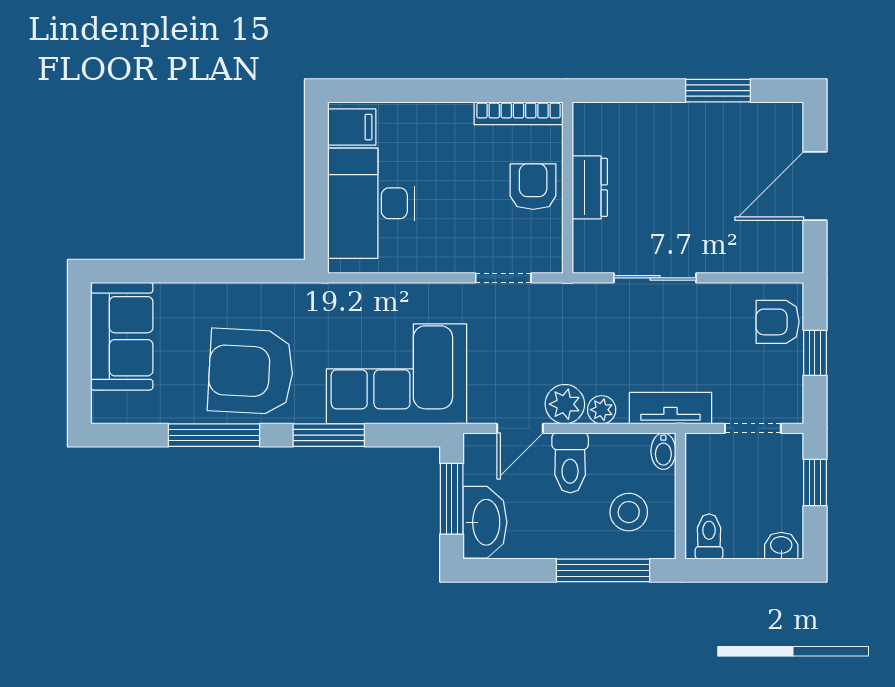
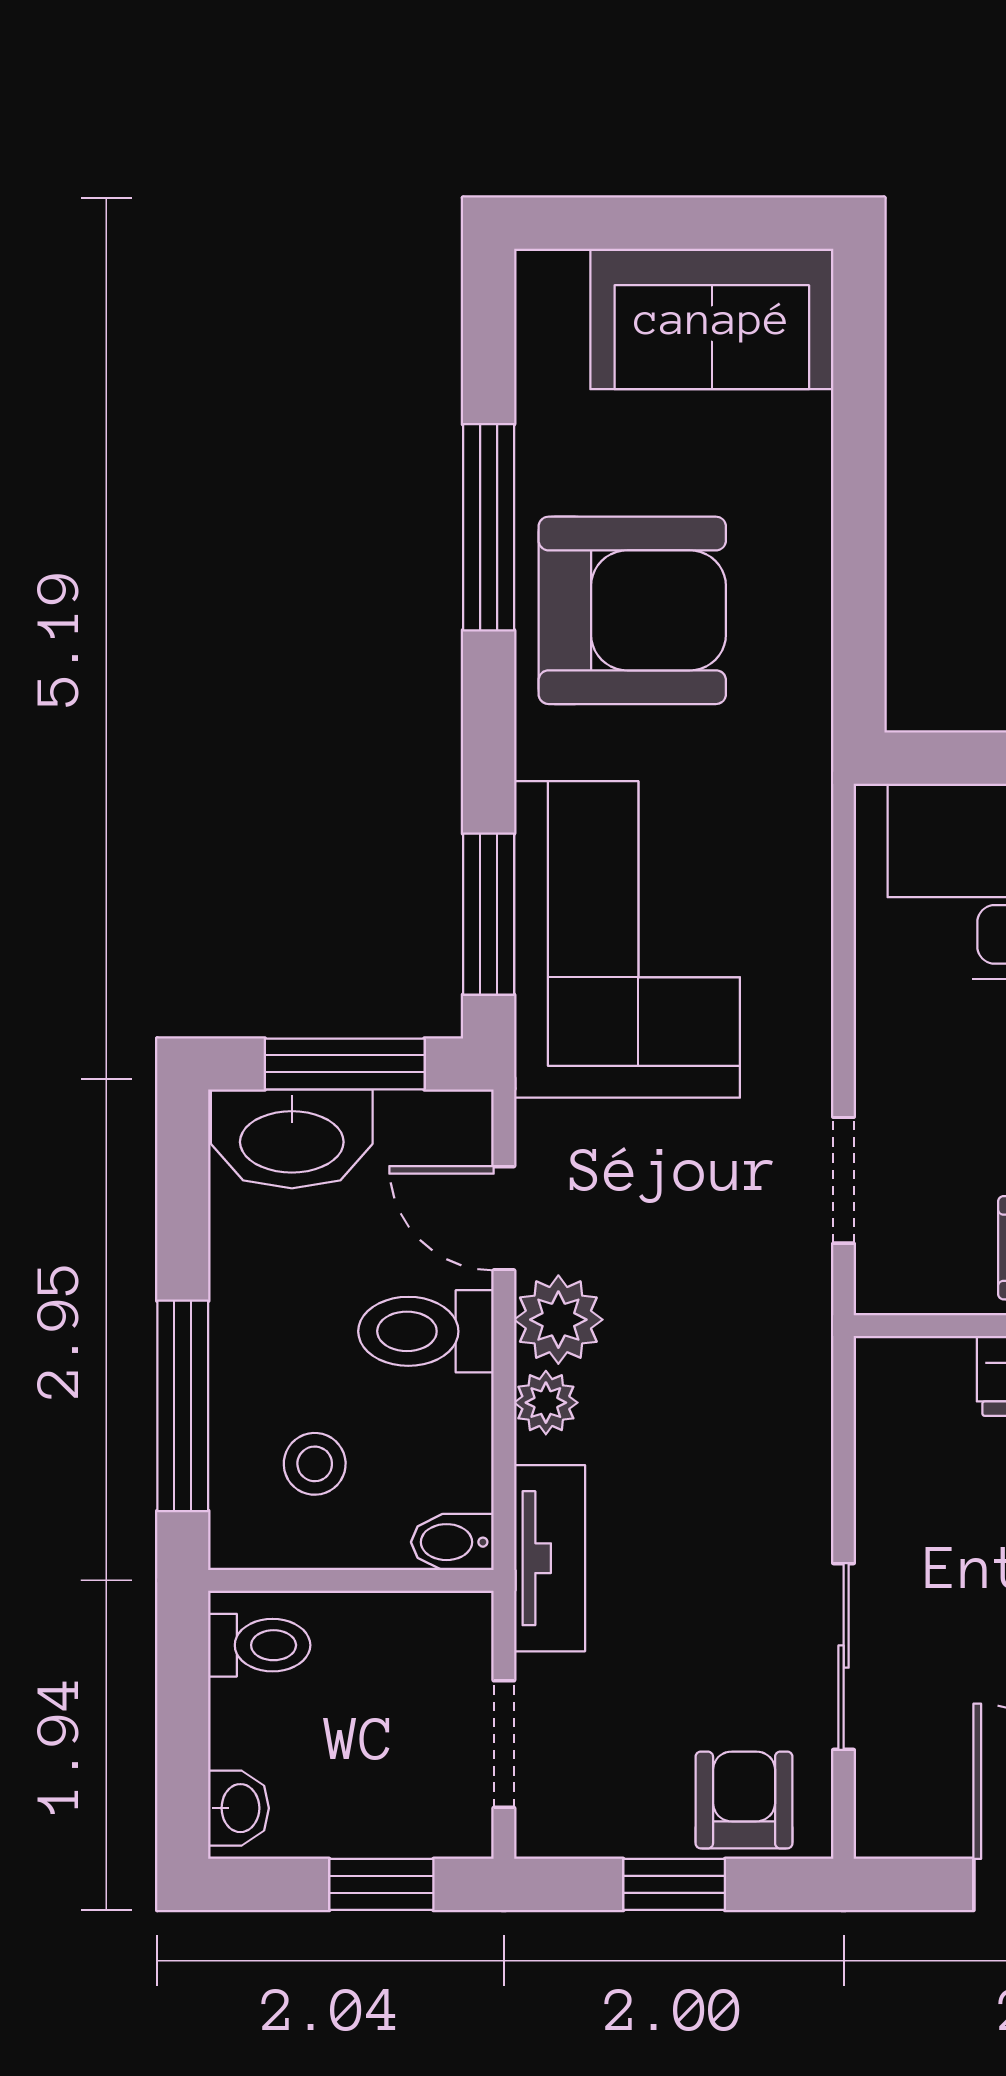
sliding door: (655, 278) -> (844, 1657), moved
armchair: (251, 371) -> (632, 610), turned 87
window: (329, 435) -> (489, 914), moved
stool: (629, 512) -> (315, 1464), width x0.73, depth x0.73

